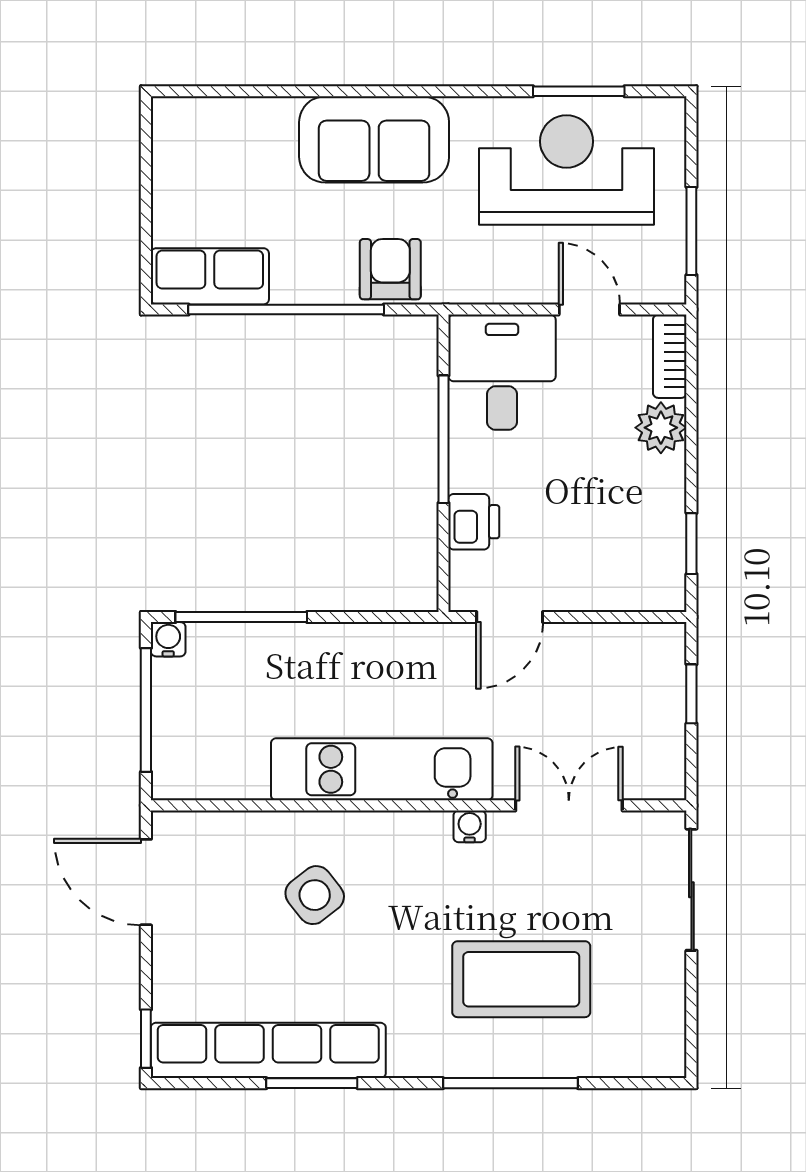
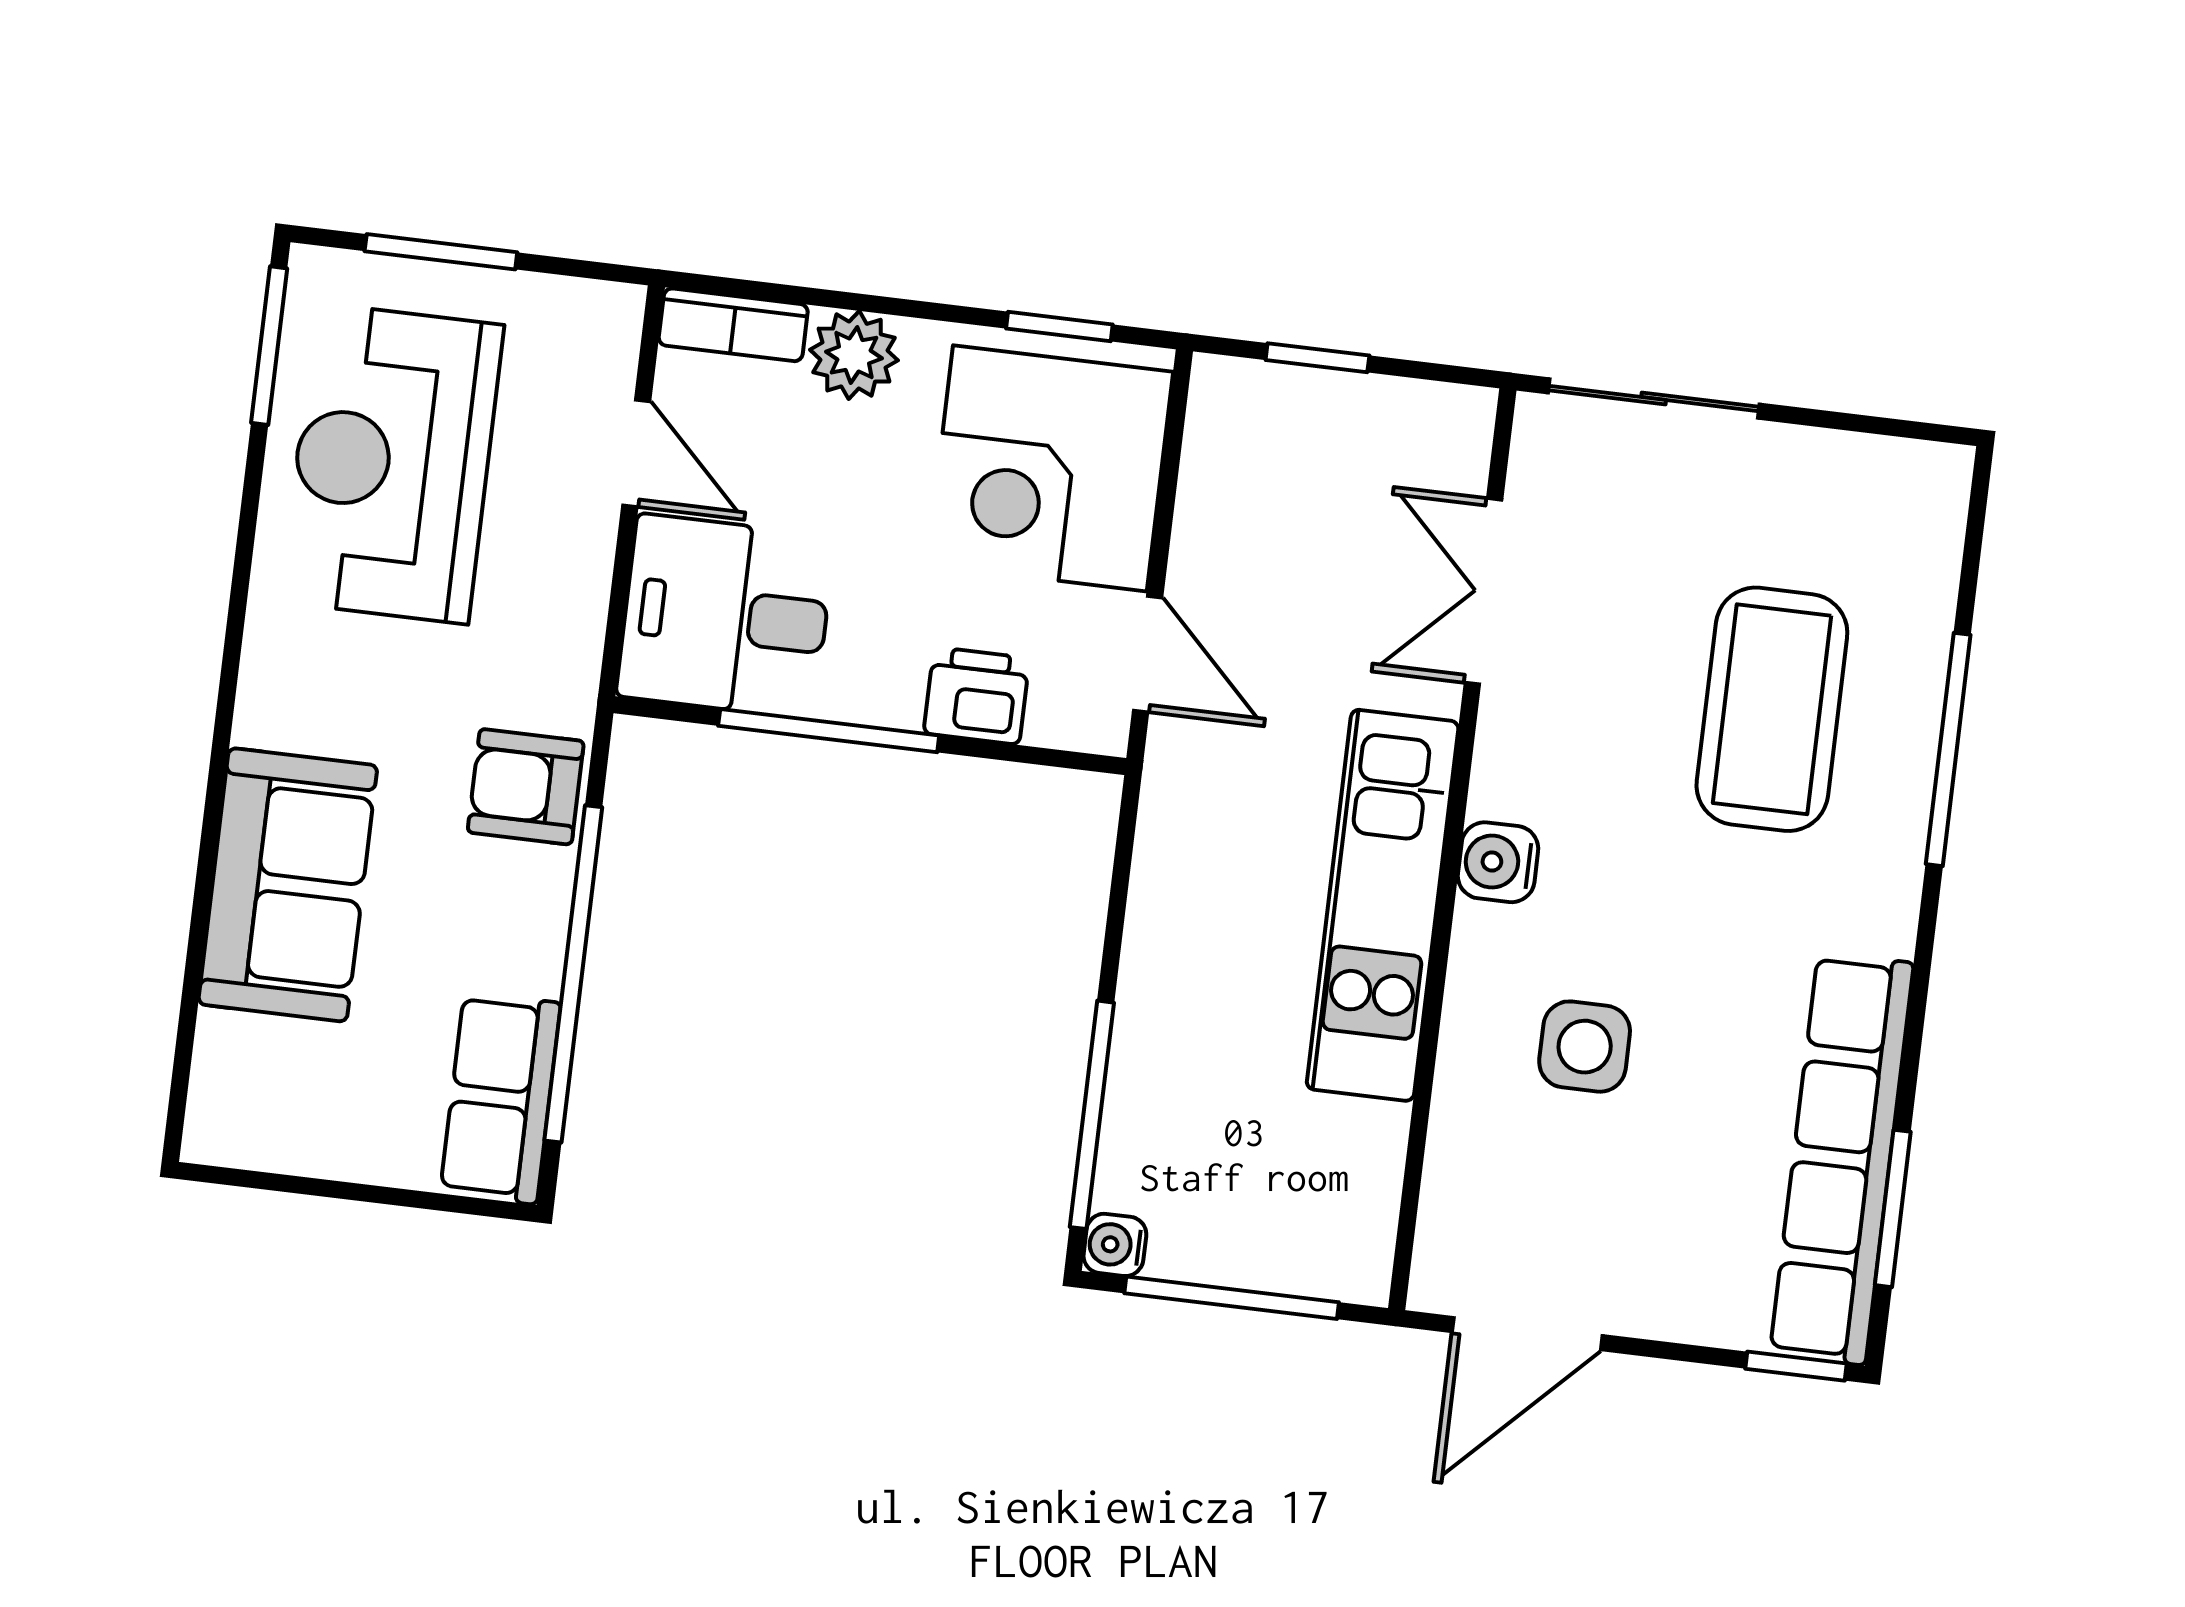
window: (579, 91) -> (269, 346), moved
sofa: (374, 139) -> (288, 885), moved
window: (691, 231) -> (441, 252), moved
door: (589, 309) -> (636, 453), swing flipped
corner desk: (609, 548) -> (1050, 468), added
water cooler: (470, 826) -> (1498, 862), moved, width x1.38, depth x1.38
side table: (315, 895) -> (1585, 1047), turned 38
window: (312, 1083) -> (1893, 1208), moved

